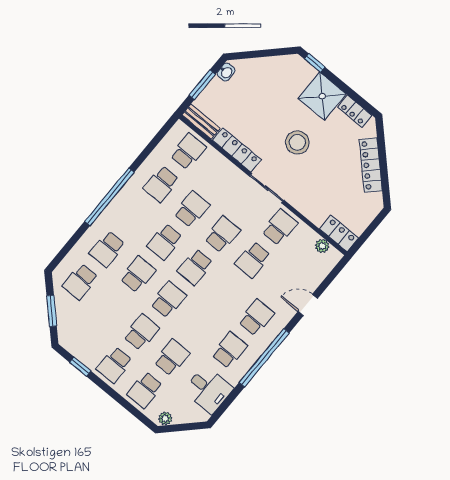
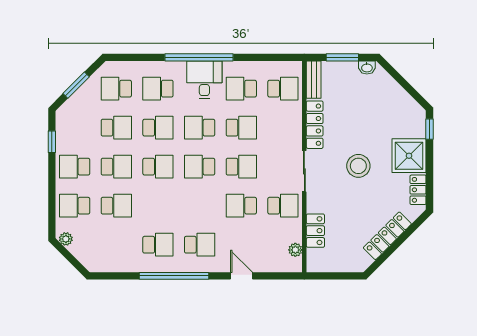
locker: (339, 233) -> (315, 231), moved
school desk: (111, 307) -> (116, 128), added
desk: (208, 390) -> (204, 80), moved, turned 180

